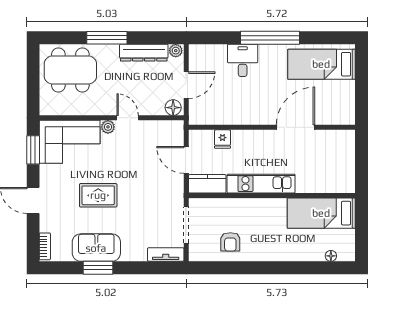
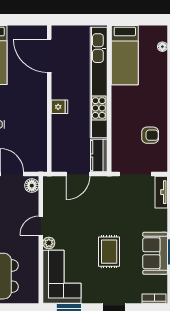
door: (295, 127) -> (49, 56), moved
fridge: (222, 139) -> (60, 107), moved
kitchen unit: (261, 184) -> (99, 82), width x1.86

